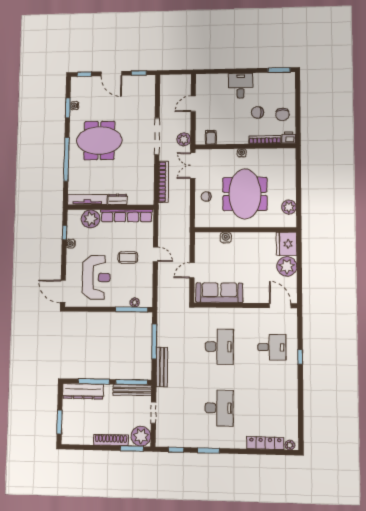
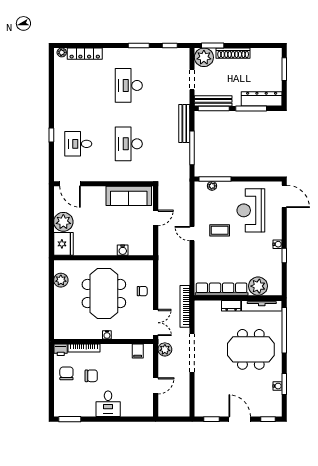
dresser: (117, 199) -> (231, 306), moved
tv unit: (87, 200) -> (262, 306), moved
wall: (110, 207) -> (238, 298), moved
row of seats: (127, 216) -> (222, 289), moved
plant: (91, 219) -> (258, 286), moved

